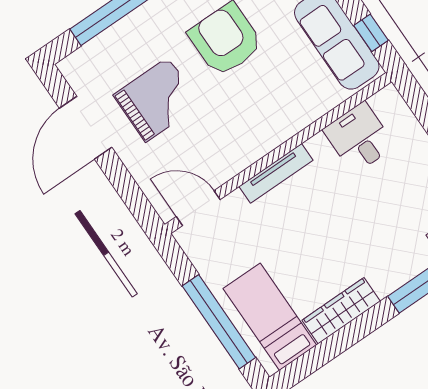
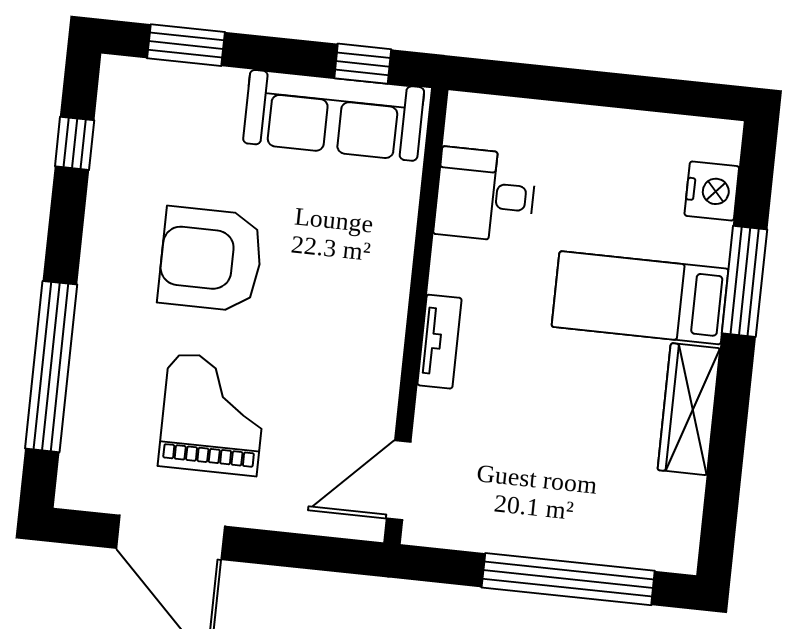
tv unit: (276, 173) -> (439, 342), width x0.71
bed: (270, 317) -> (640, 298), moved

